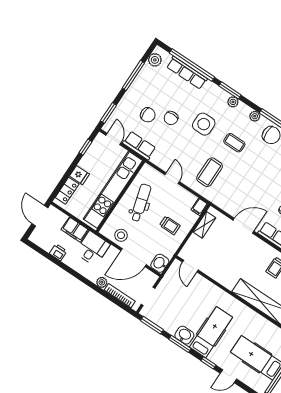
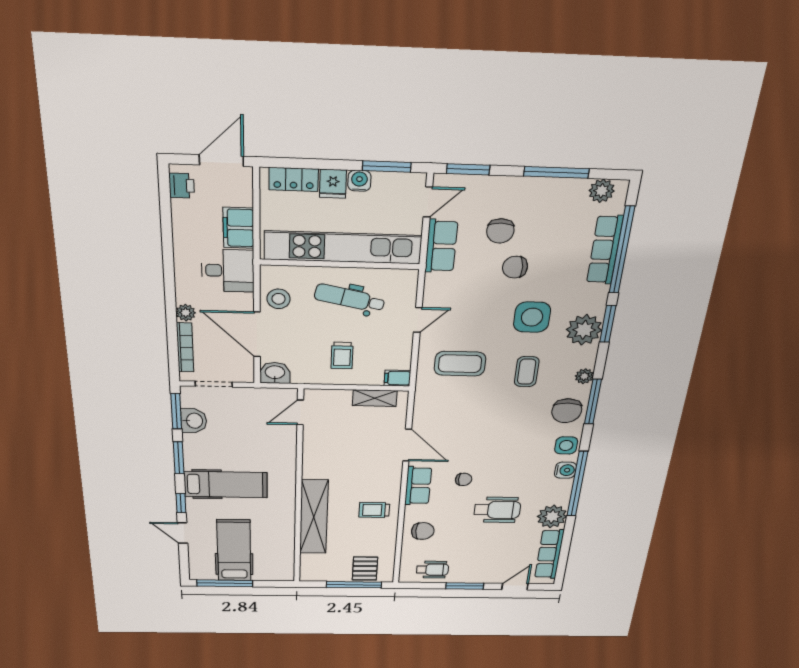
plant: (233, 102) -> (584, 330), width x1.88, depth x1.88
window: (86, 147) -> (387, 166), width x1.50
water cooler: (85, 163) -> (359, 181), added
dental chair: (141, 203) -> (350, 298), turned -152
printer: (58, 252) -> (182, 186), moved
washbasin: (184, 335) -> (194, 421), moved

